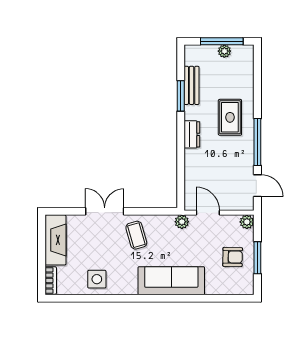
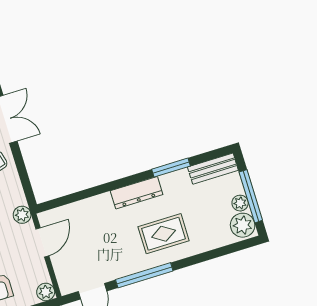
plant: (242, 54) -> (243, 225), added
bench: (192, 85) -> (213, 169), moved
dresser: (192, 134) -> (137, 193), width x1.44

